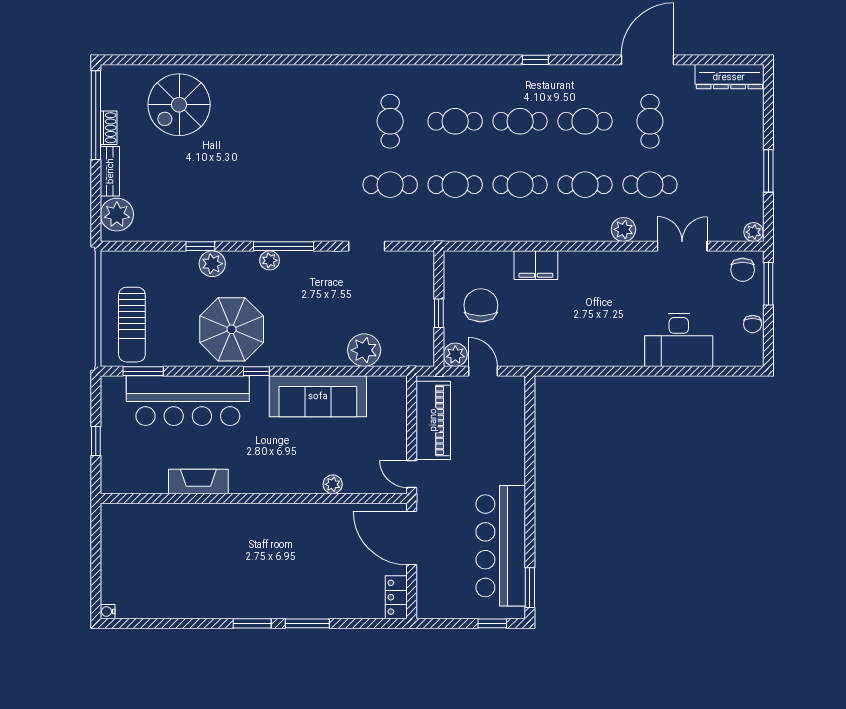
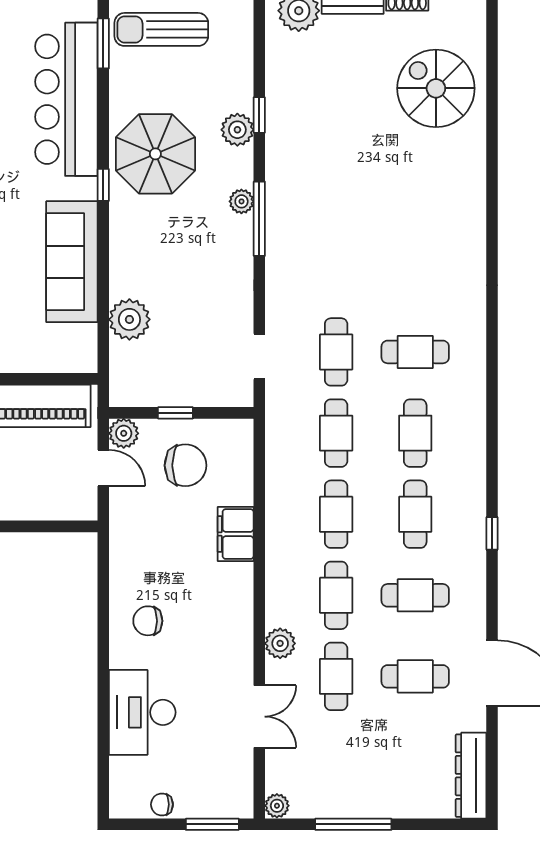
cafe table: (585, 121) -> (415, 595), turned 90
window: (768, 171) -> (353, 824), width x1.44
doorway: (367, 246) -> (259, 357), moved
chair: (743, 270) -> (148, 621), moved
door: (483, 371) -> (103, 468), hinge flipped

